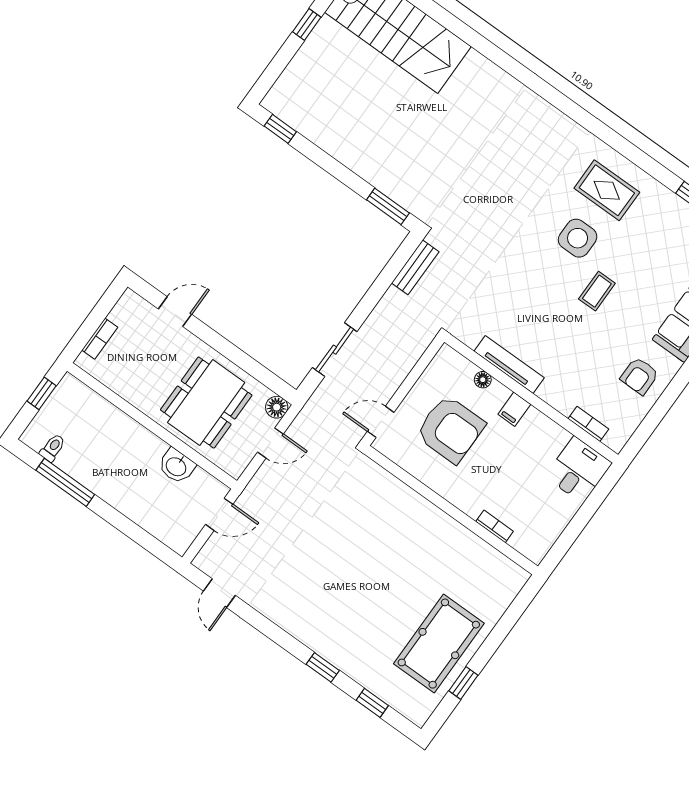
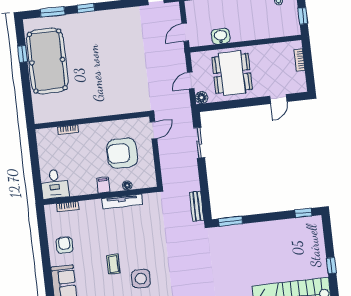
pool table: (439, 644) -> (47, 61), width x1.36, depth x1.32
window: (372, 703) -> (52, 12), width x1.50

